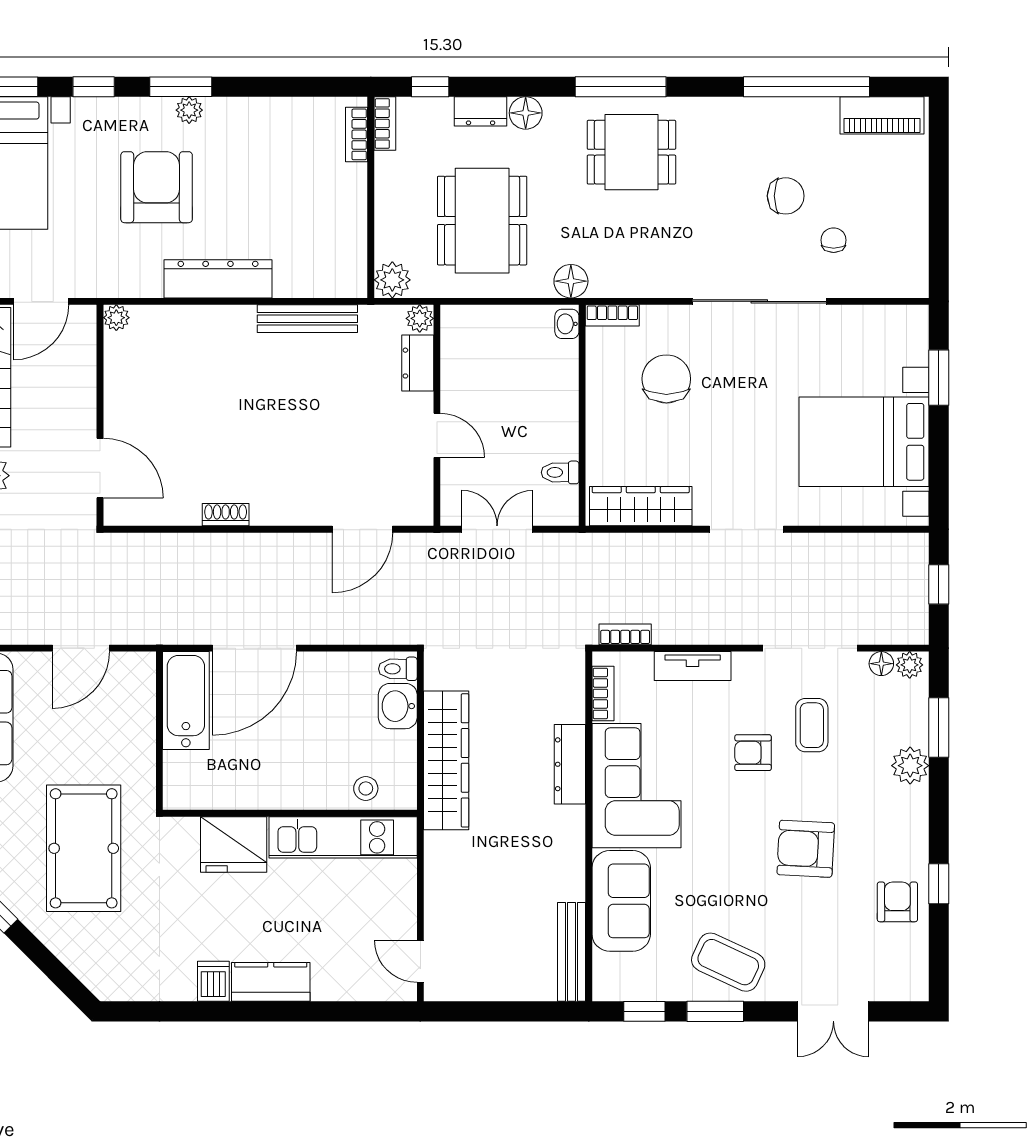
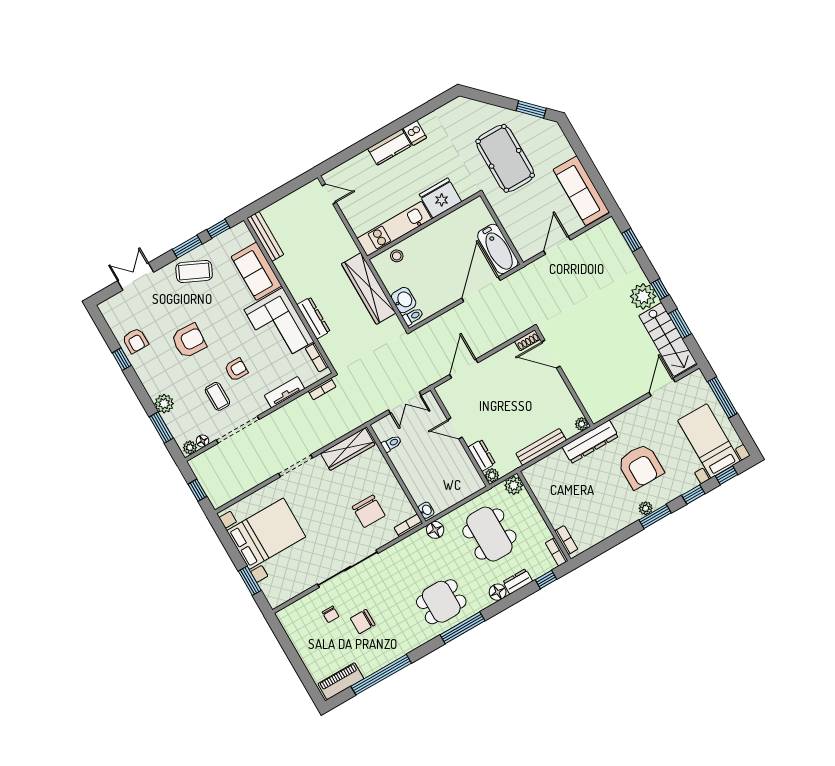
plant: (116, 318) -> (582, 424), moved
wall: (100, 415) -> (564, 377), moved
door: (100, 468) -> (551, 354), moved

